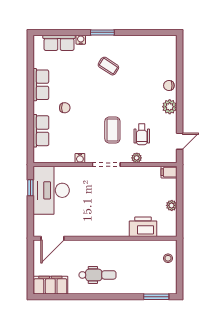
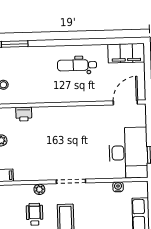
water cooler: (80, 158) -> (118, 187), moved
printer: (143, 227) -> (24, 114), width x0.53, depth x0.68

